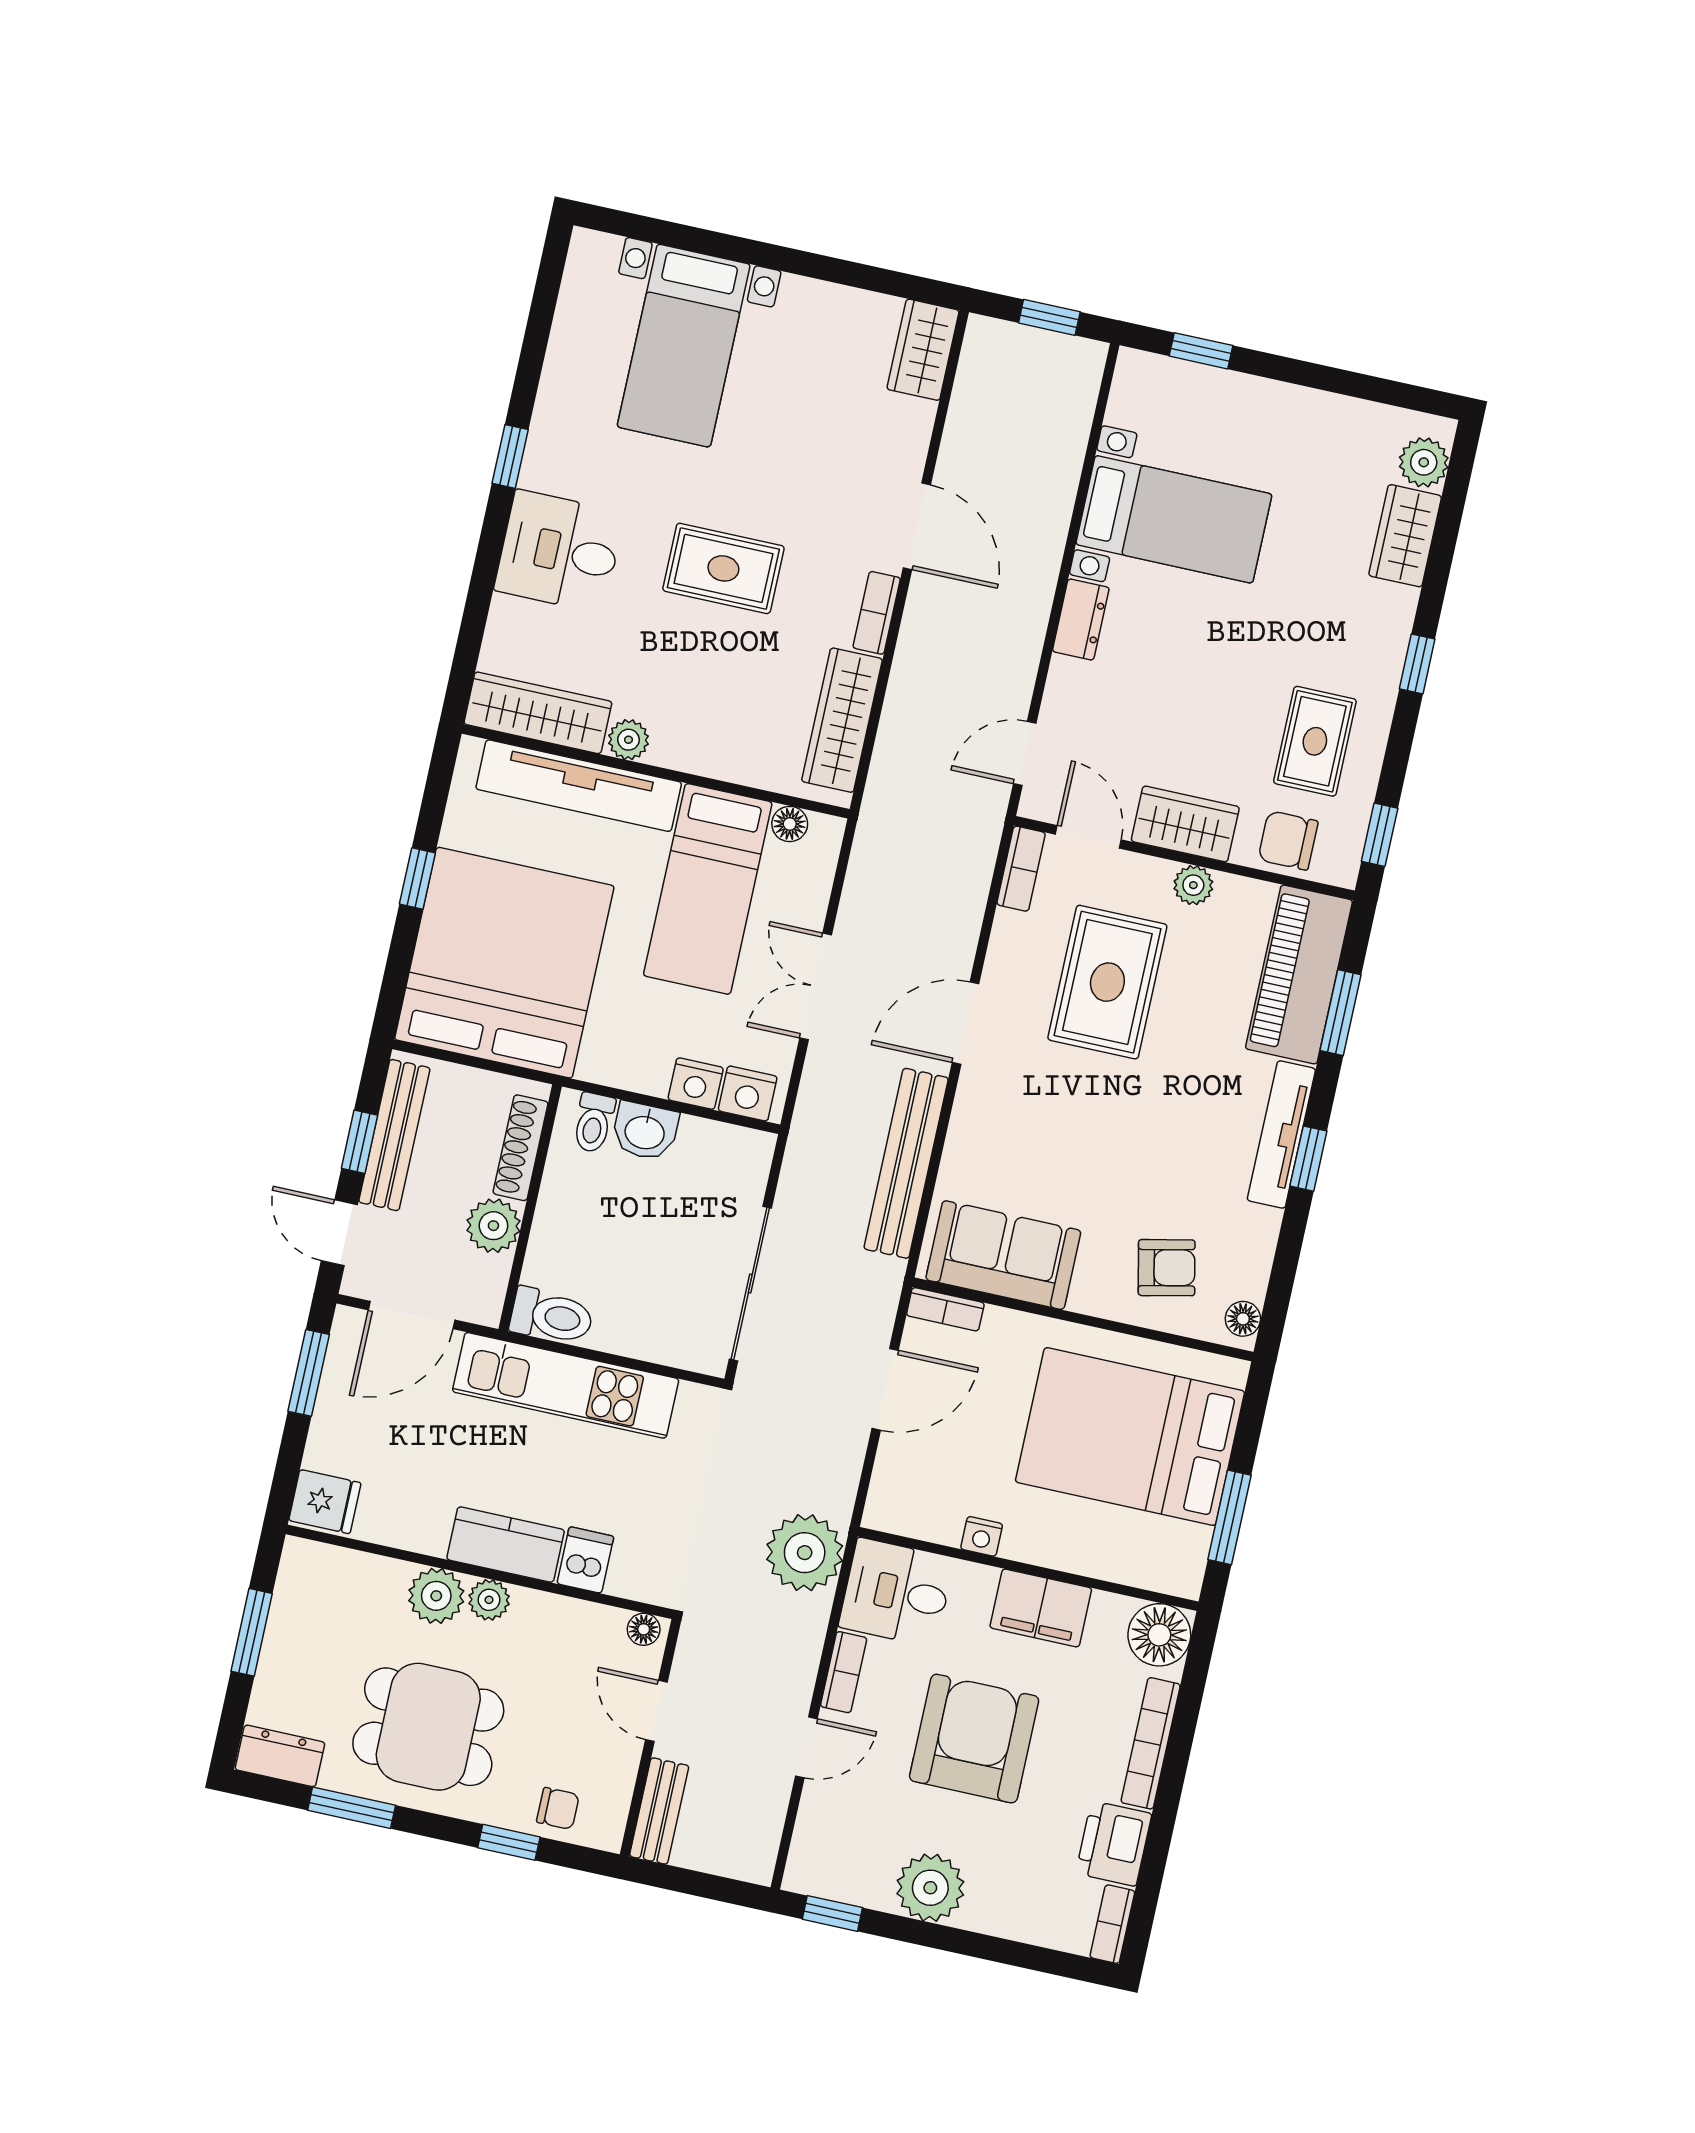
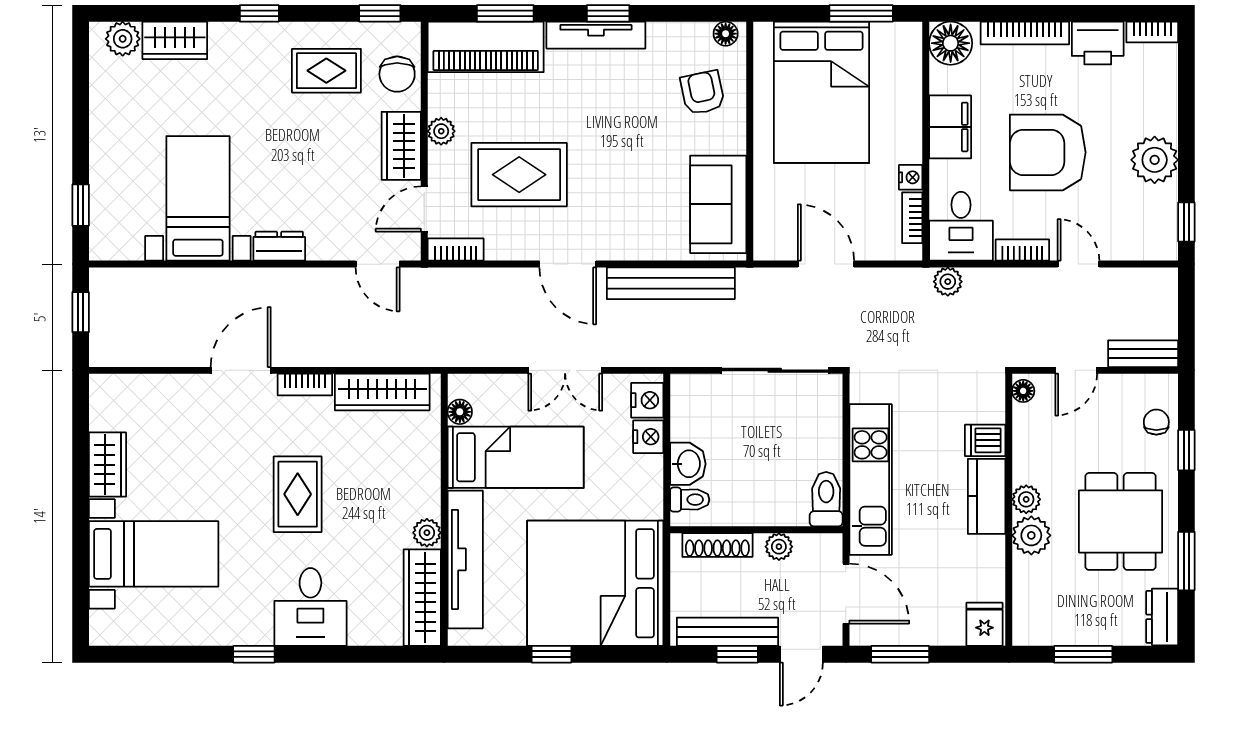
wardrobe: (923, 350) -> (108, 465), moved, turned -90
plant: (493, 1226) -> (779, 547), width x0.73, depth x0.73
bookcase: (945, 1309) -> (912, 218), moved, turned 180
plant: (805, 1553) -> (948, 282), width x0.53, depth x0.53

